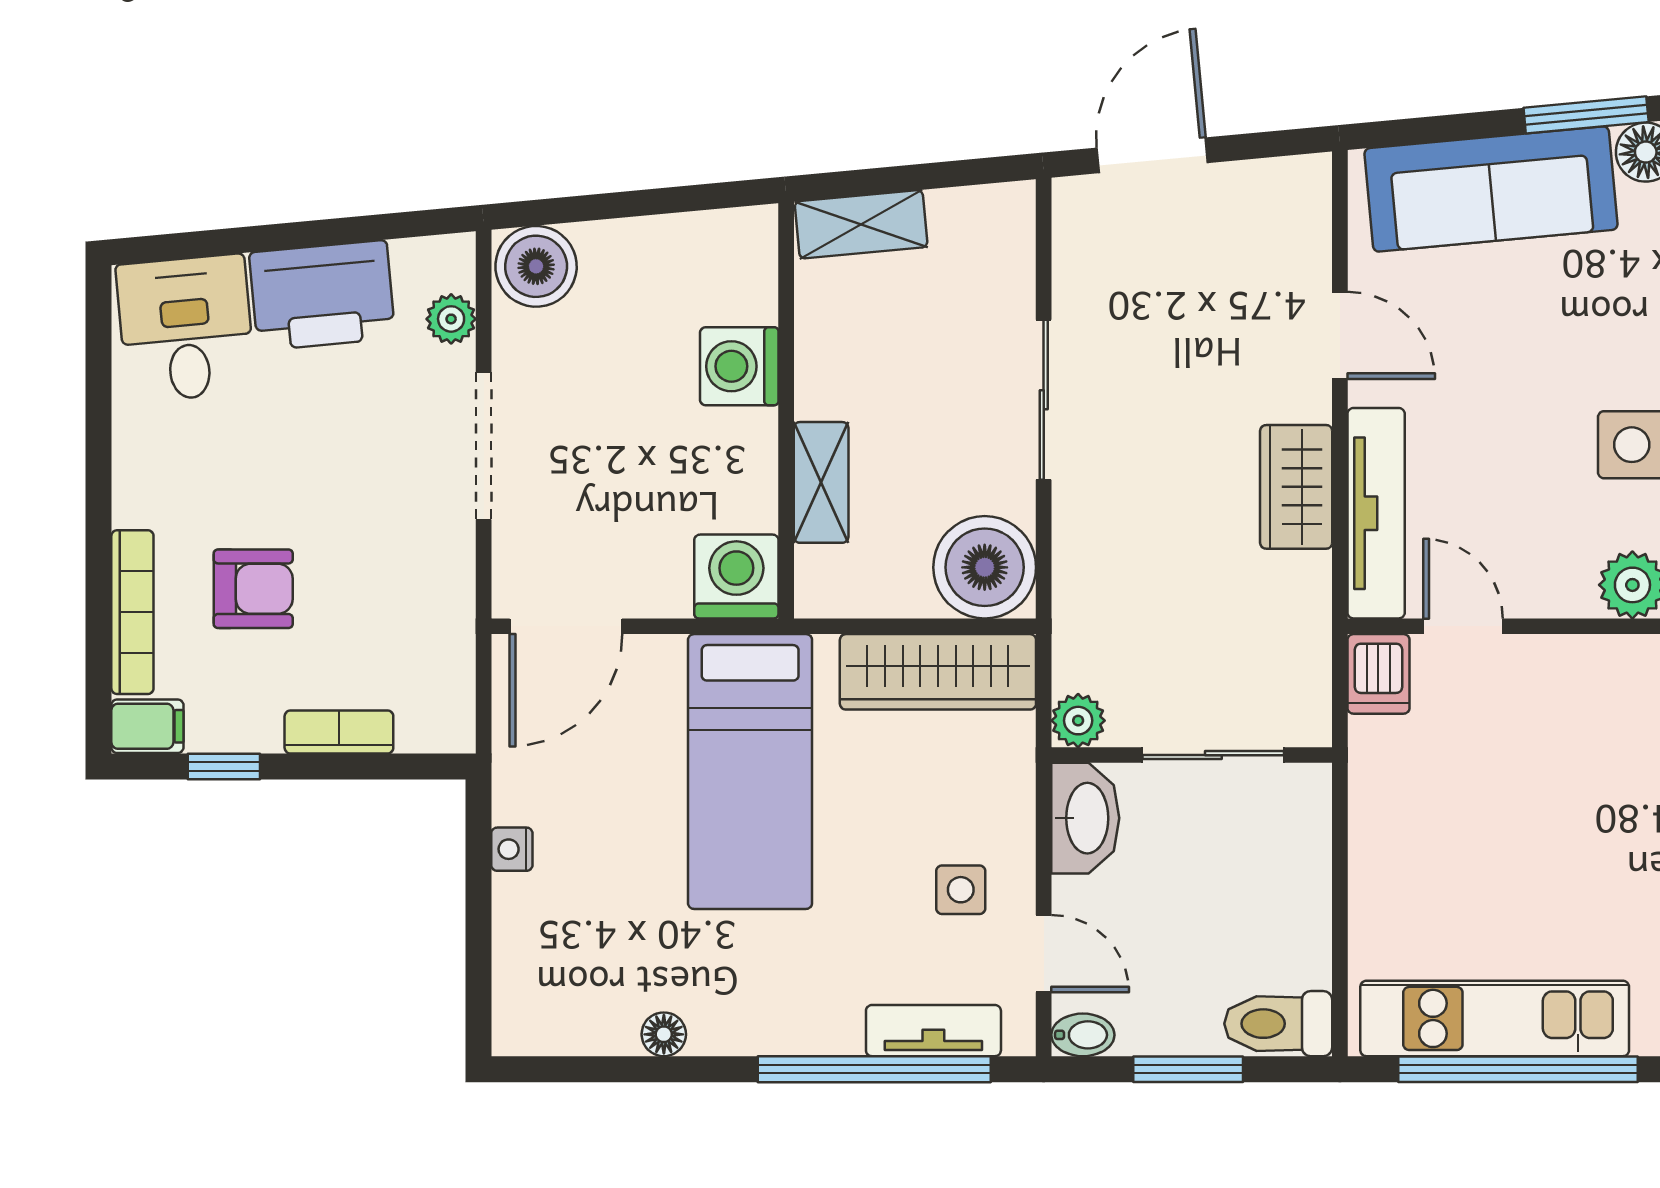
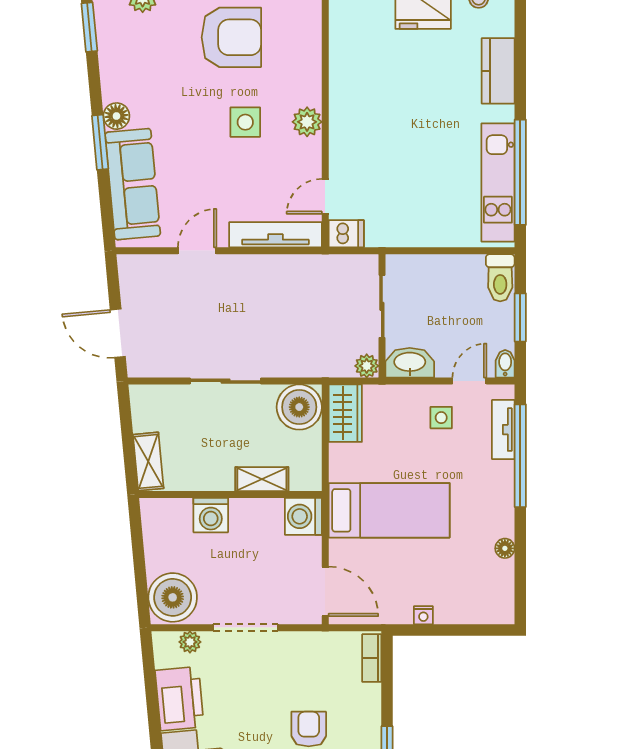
boiler: (536, 266) -> (173, 597), width x1.37, depth x1.37
wardrobe: (1296, 487) -> (264, 270), removed
wardrobe: (938, 672) -> (345, 413), width x0.67
bookcase: (339, 732) -> (372, 658), moved

